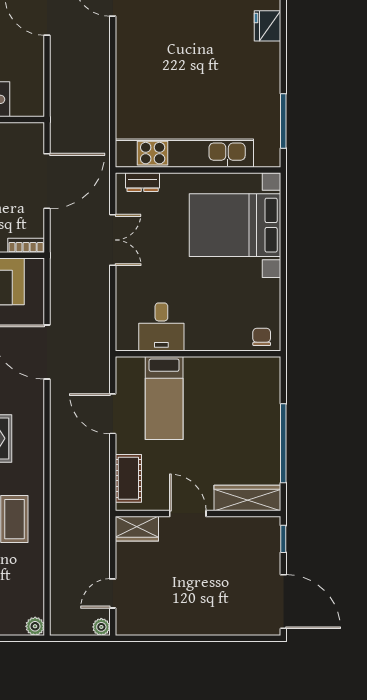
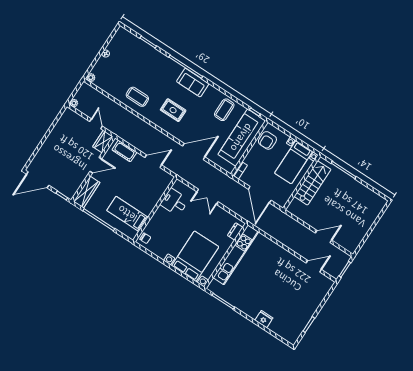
double door: (113, 240) -> (207, 197), moved
bed: (164, 398) -> (127, 214), moved
door: (113, 593) -> (96, 124), moved

